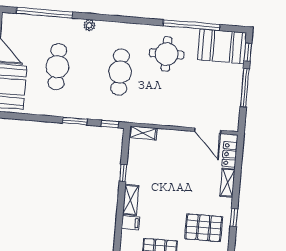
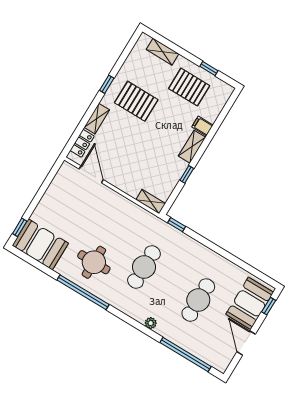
window: (191, 25) -> (83, 292), moved
window: (245, 88) -> (38, 197), removed
window: (75, 121) -> (207, 243), removed
pallet: (204, 228) -> (136, 101), moved

